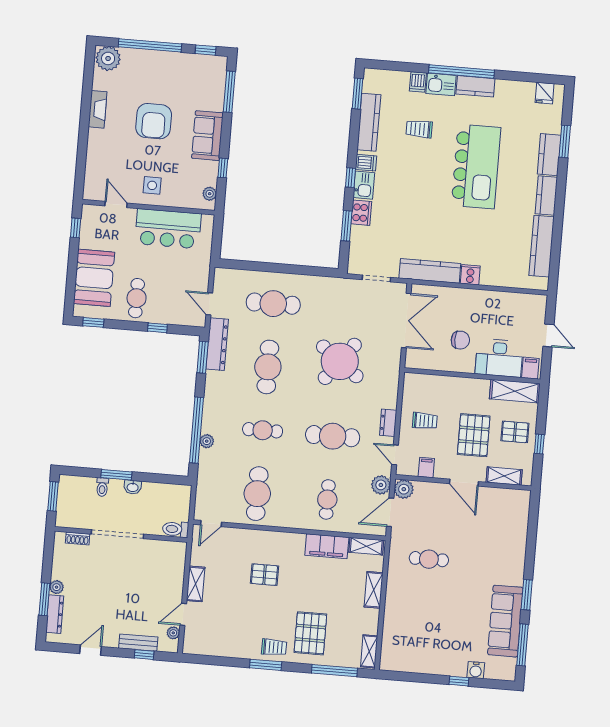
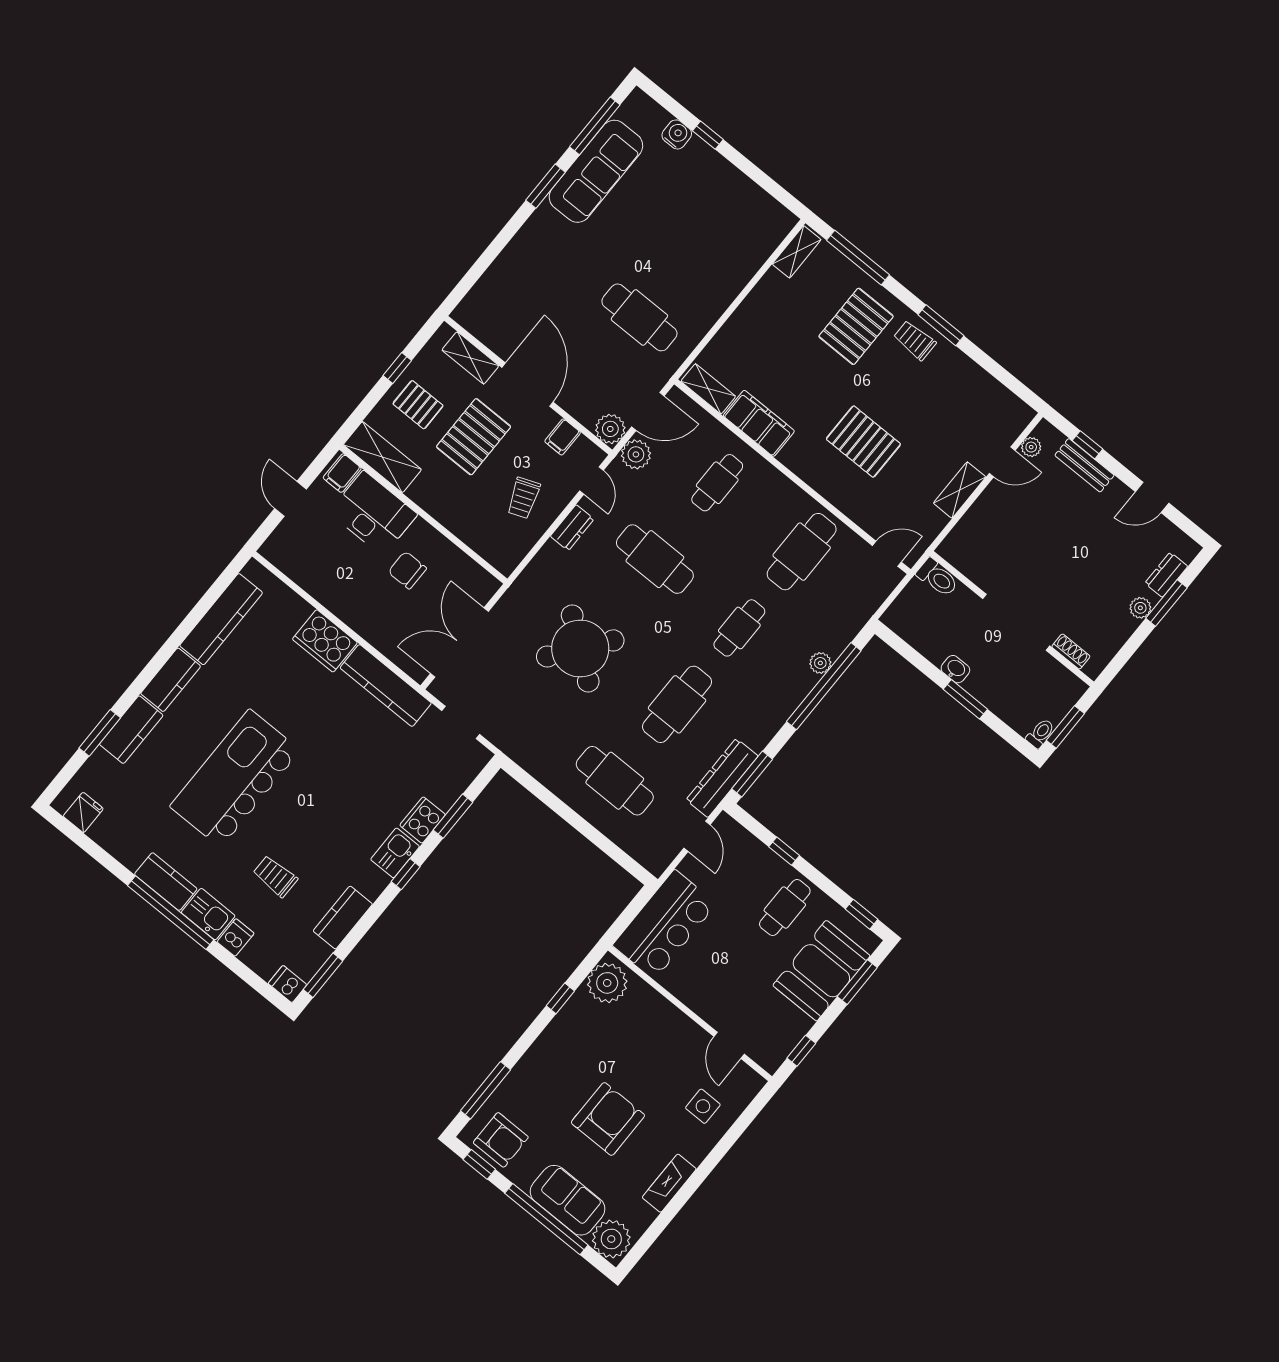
armchair: (203, 71) -> (501, 1140), added
kitchen counter: (369, 122) -> (343, 918), width x0.67
trolley: (419, 129) -> (275, 876), turned 180
sofa: (207, 136) -> (568, 1200), moved, turned -90
dishwasher: (366, 163) -> (288, 984), moved
side table: (152, 185) -> (703, 1106), moved
plant: (210, 194) -> (607, 983), width x1.87, depth x1.87
bar counter: (168, 229) -> (665, 925), moved, turned 90
cooker: (470, 275) -> (325, 641), width x1.87, depth x1.31
window: (71, 285) -> (857, 982), added
trolley: (425, 421) -> (523, 498), turned -111
cafe table: (263, 430) -> (739, 628), turned 90
door: (464, 483) -> (528, 385), width x1.36
toilet: (102, 487) -> (1040, 733), moved
cafe table: (429, 559) -> (639, 317), width x1.37, depth x1.35
pallet: (265, 575) -> (863, 442), width x1.50, depth x1.42
shelving: (374, 590) -> (737, 327), removed
dresser: (55, 614) -> (1166, 575), width x0.70

